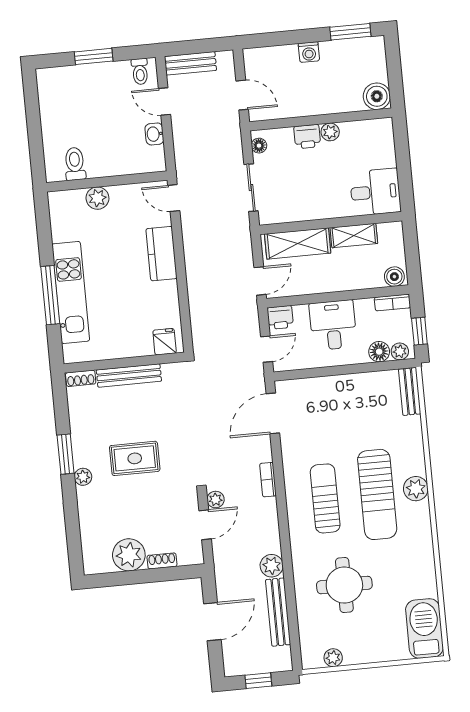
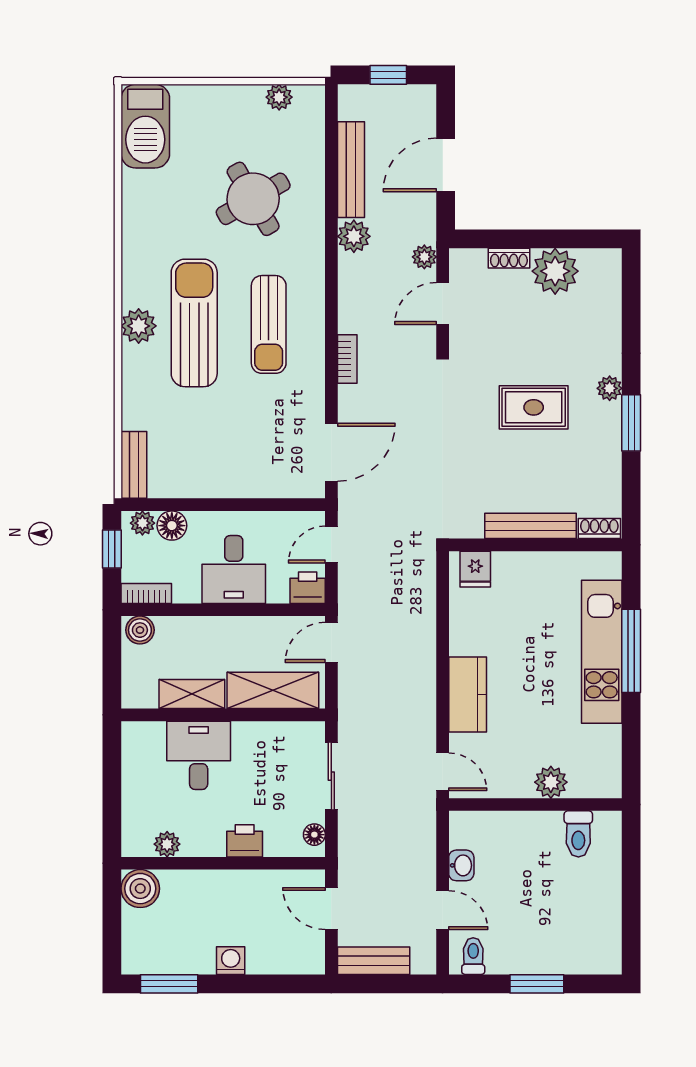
bench: (190, 63) -> (374, 961), moved
plant: (330, 132) -> (167, 844), moved
desk: (375, 192) -> (199, 755), moved, turned 90
plant: (216, 500) -> (424, 257), moved
round table: (344, 585) -> (253, 199), turned -30

